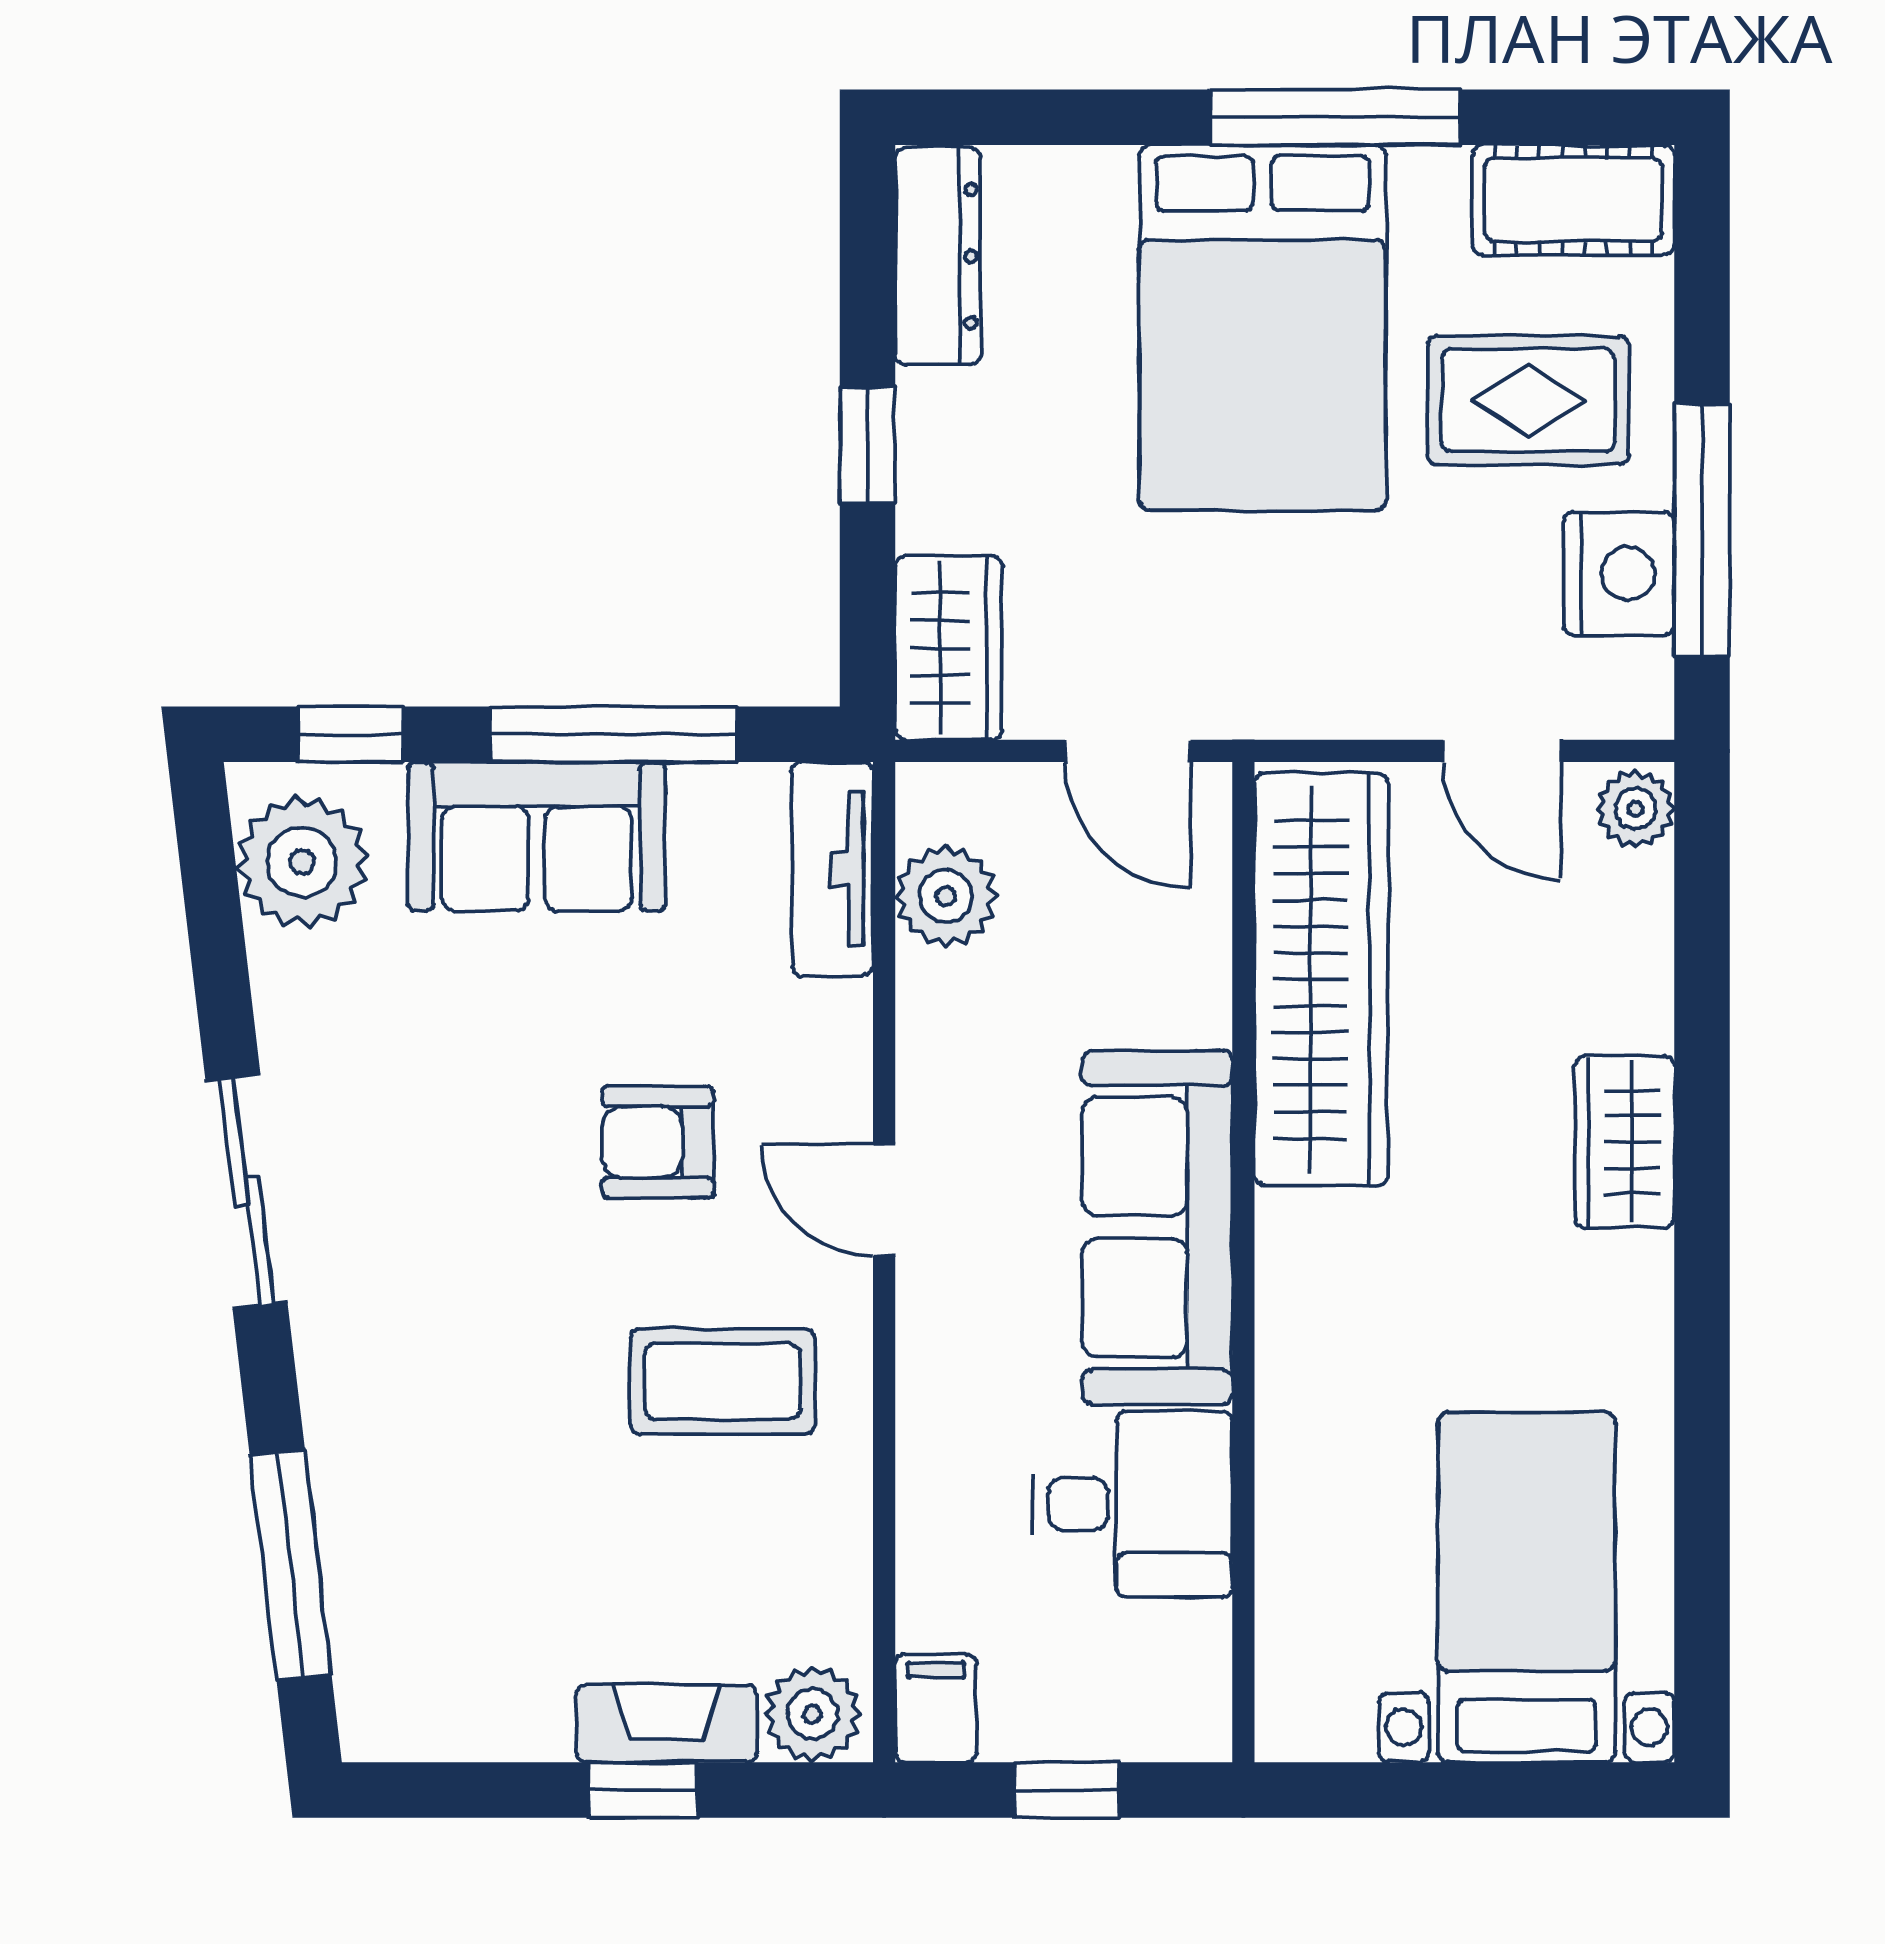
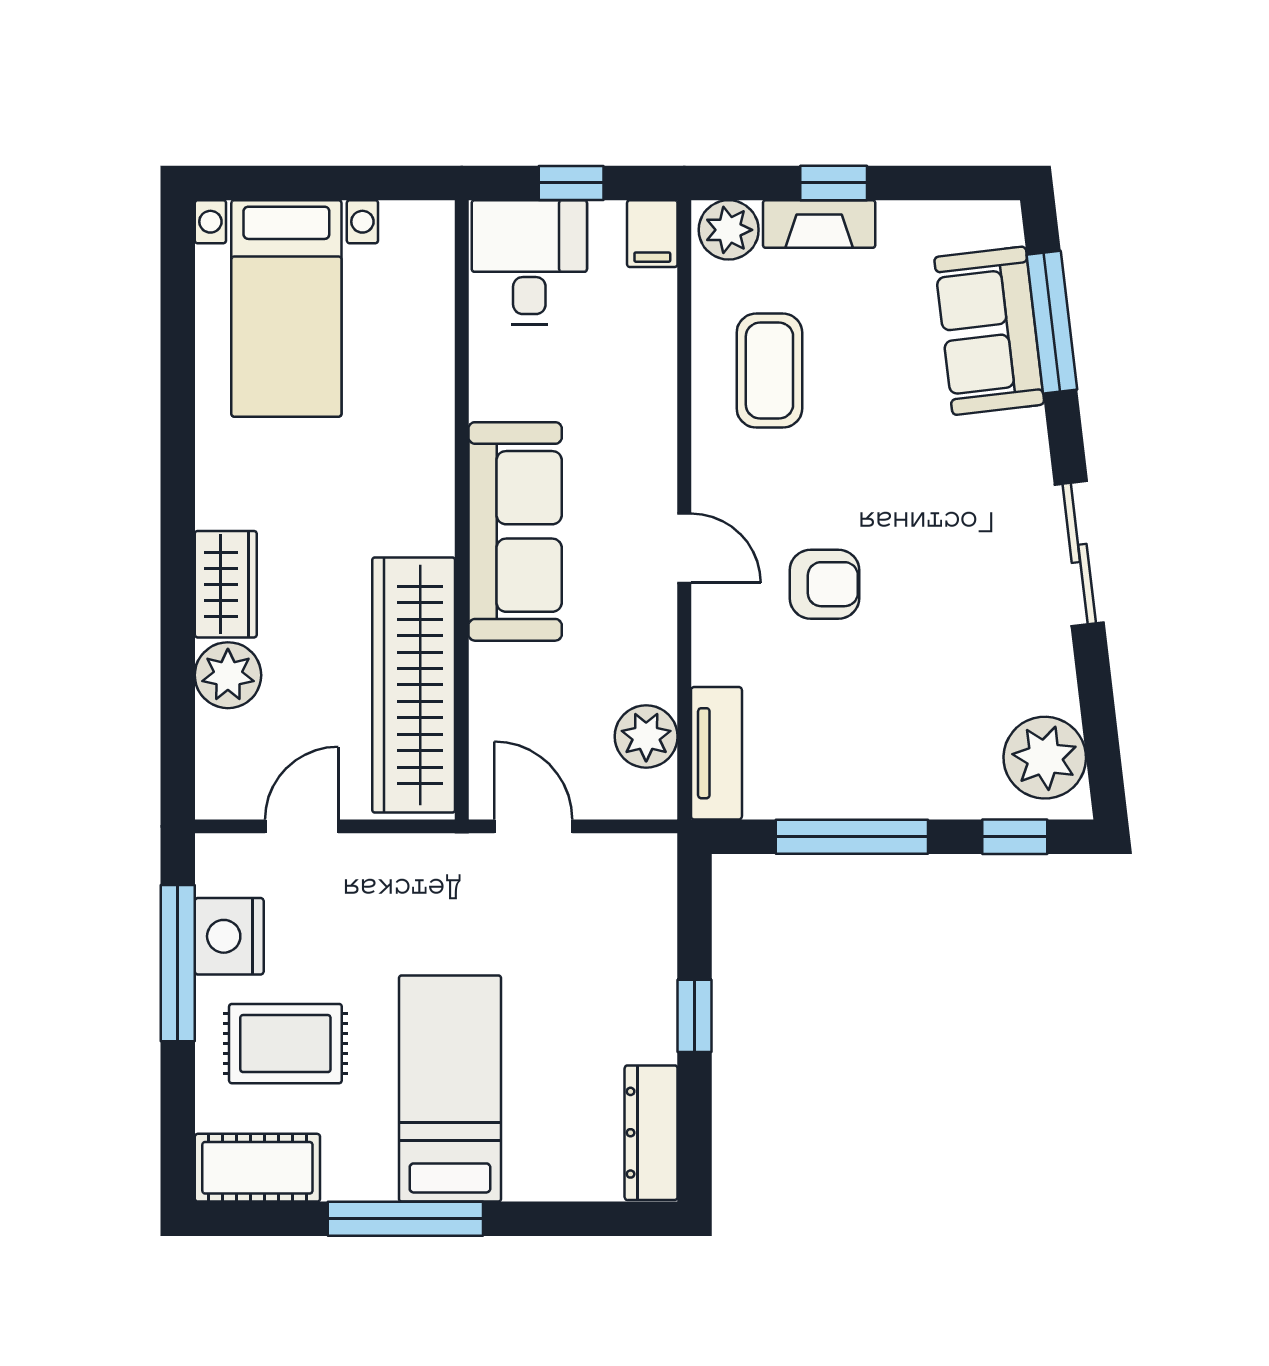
bed: (1262, 328) -> (450, 1089), width x0.67
wardrobe: (949, 648) -> (644, 890), removed
door: (1502, 751) -> (302, 826), hinge flipped
plant: (1636, 809) -> (228, 675), moved, width x1.38, depth x1.38
sofa: (537, 836) -> (989, 331), moved, turned -97
coffee table: (723, 1381) -> (769, 371), moved, turned 90
desk: (1132, 1504) -> (529, 262), moved, turned 90

